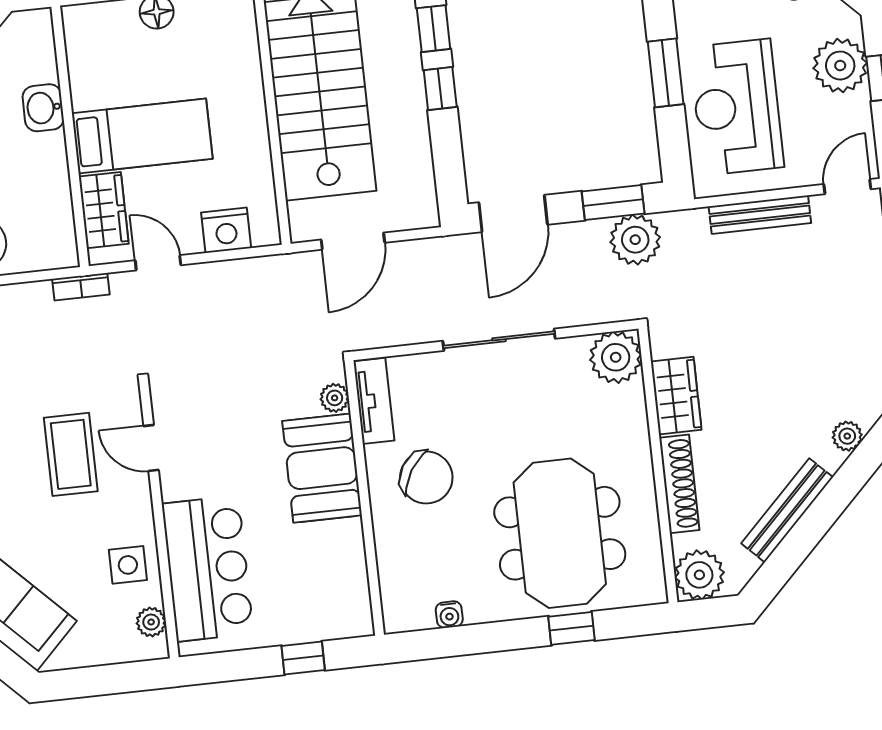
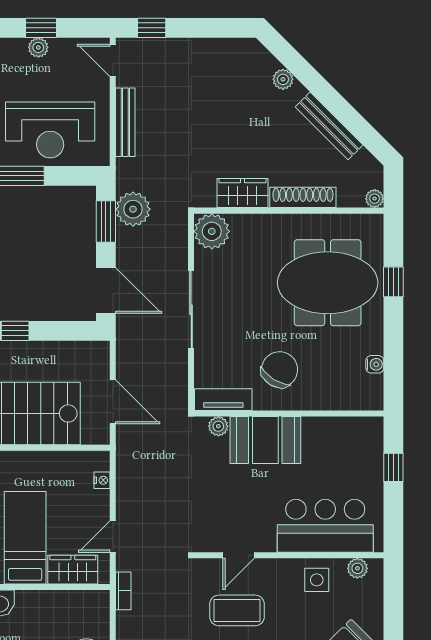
plant: (840, 66) -> (38, 47), width x0.53, depth x0.53
nightstand: (226, 230) -> (102, 480), width x0.53, depth x0.56
plant: (699, 575) -> (375, 199), width x0.53, depth x0.53

